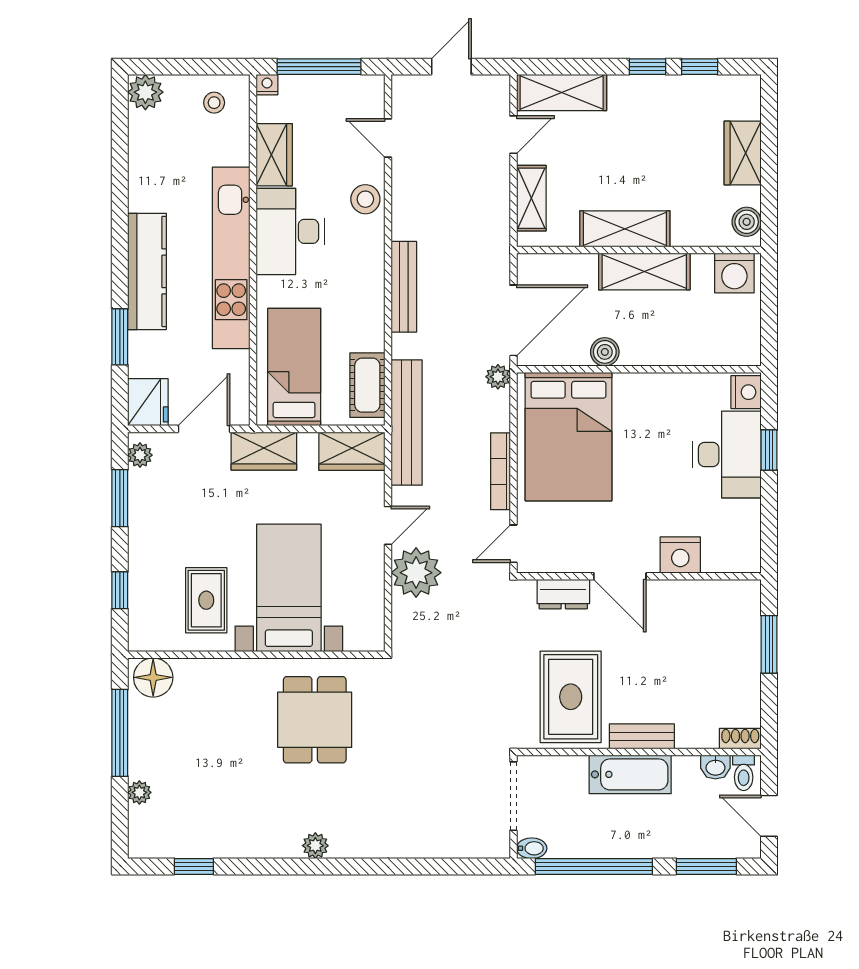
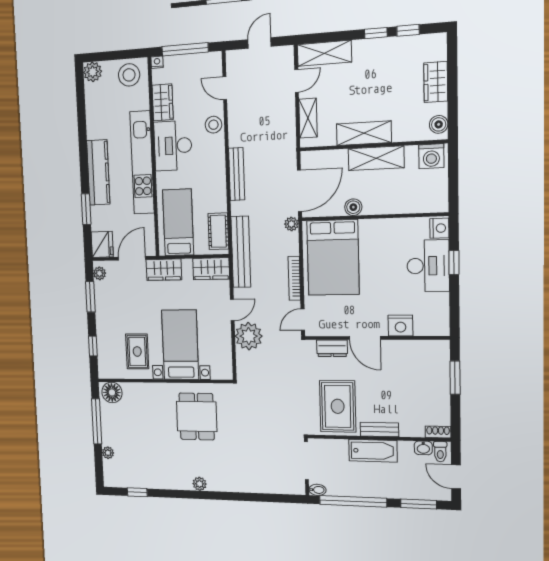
stool: (214, 103) -> (129, 75), width x1.89, depth x1.89

